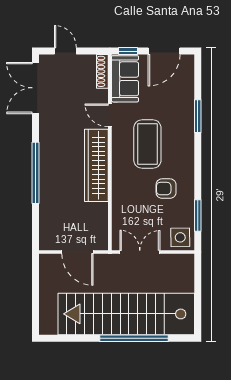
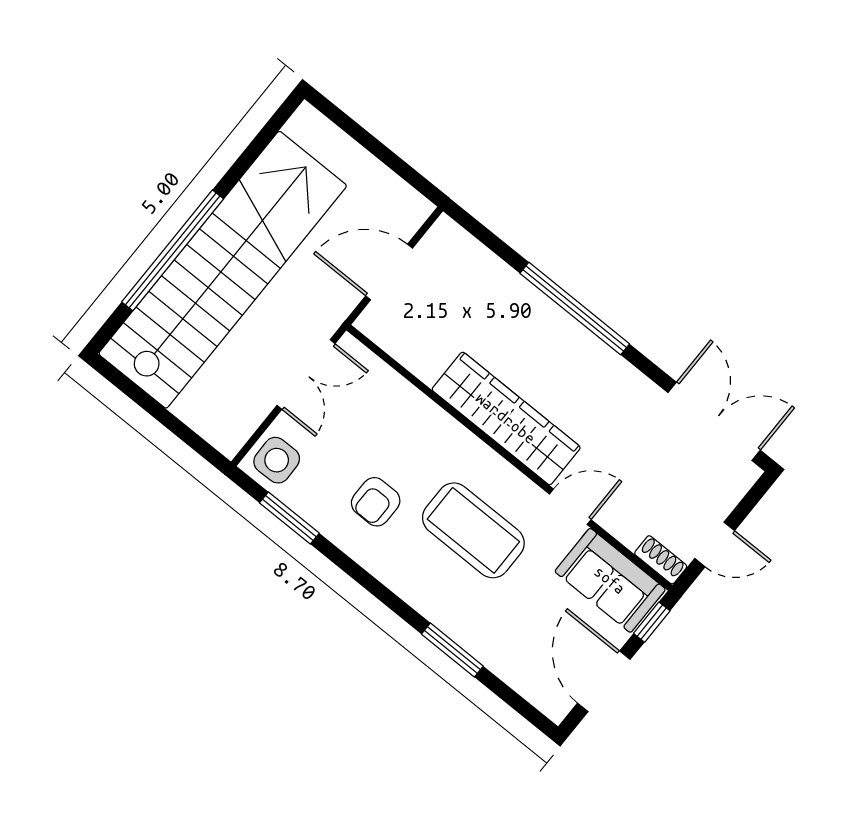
door: (65, 51) -> (715, 545), moved
shoe rack: (102, 71) -> (661, 560), width x0.70
armchair: (166, 189) -> (376, 502), turned 180

